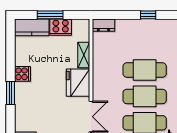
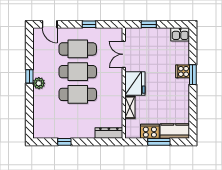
window: (148, 15) -> (64, 142), moved
dresser: (103, 25) -> (109, 133), width x1.44
cooker: (22, 74) -> (183, 71), moved

